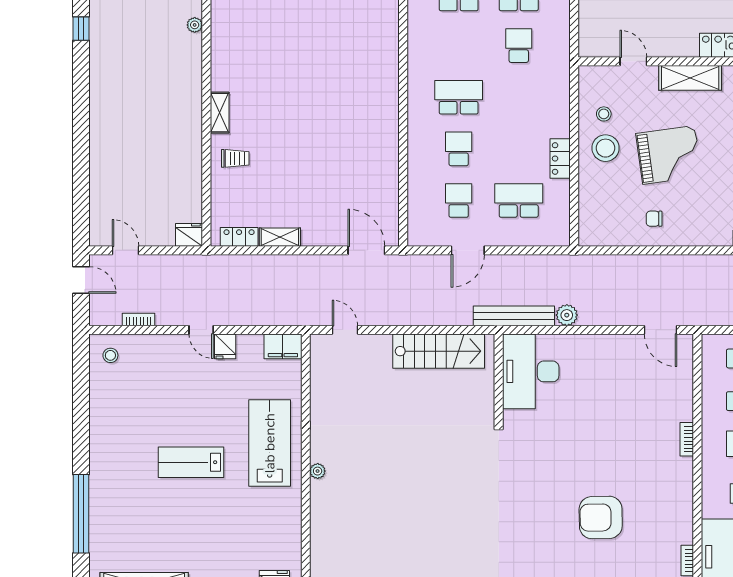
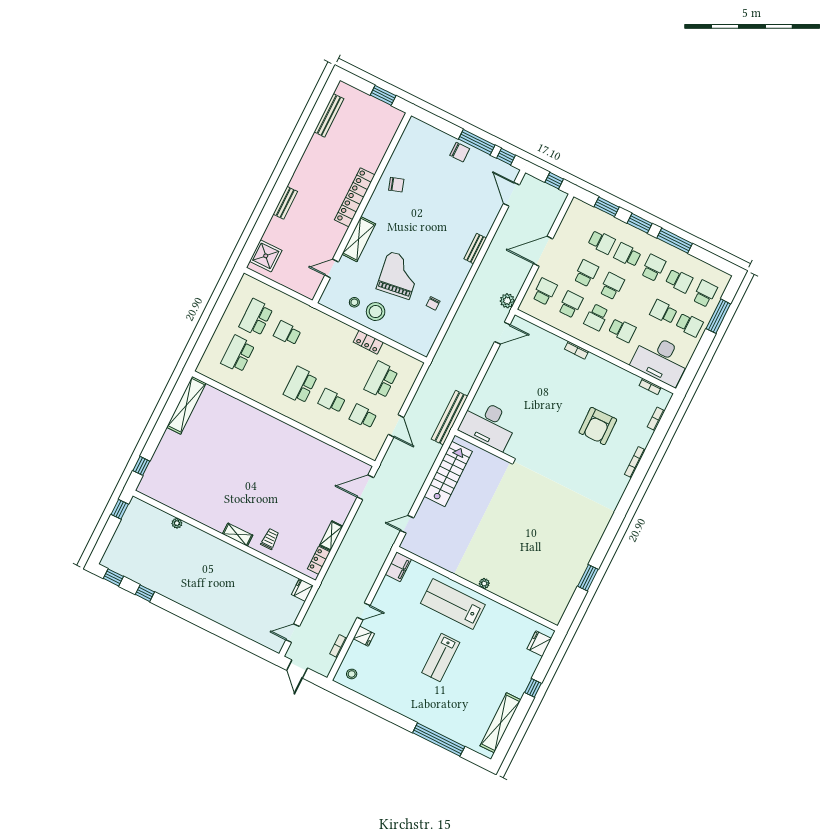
door: (81, 280) -> (297, 669), swing flipped
plant: (567, 315) -> (507, 301), moved
fridge: (225, 346) -> (364, 636), moved

